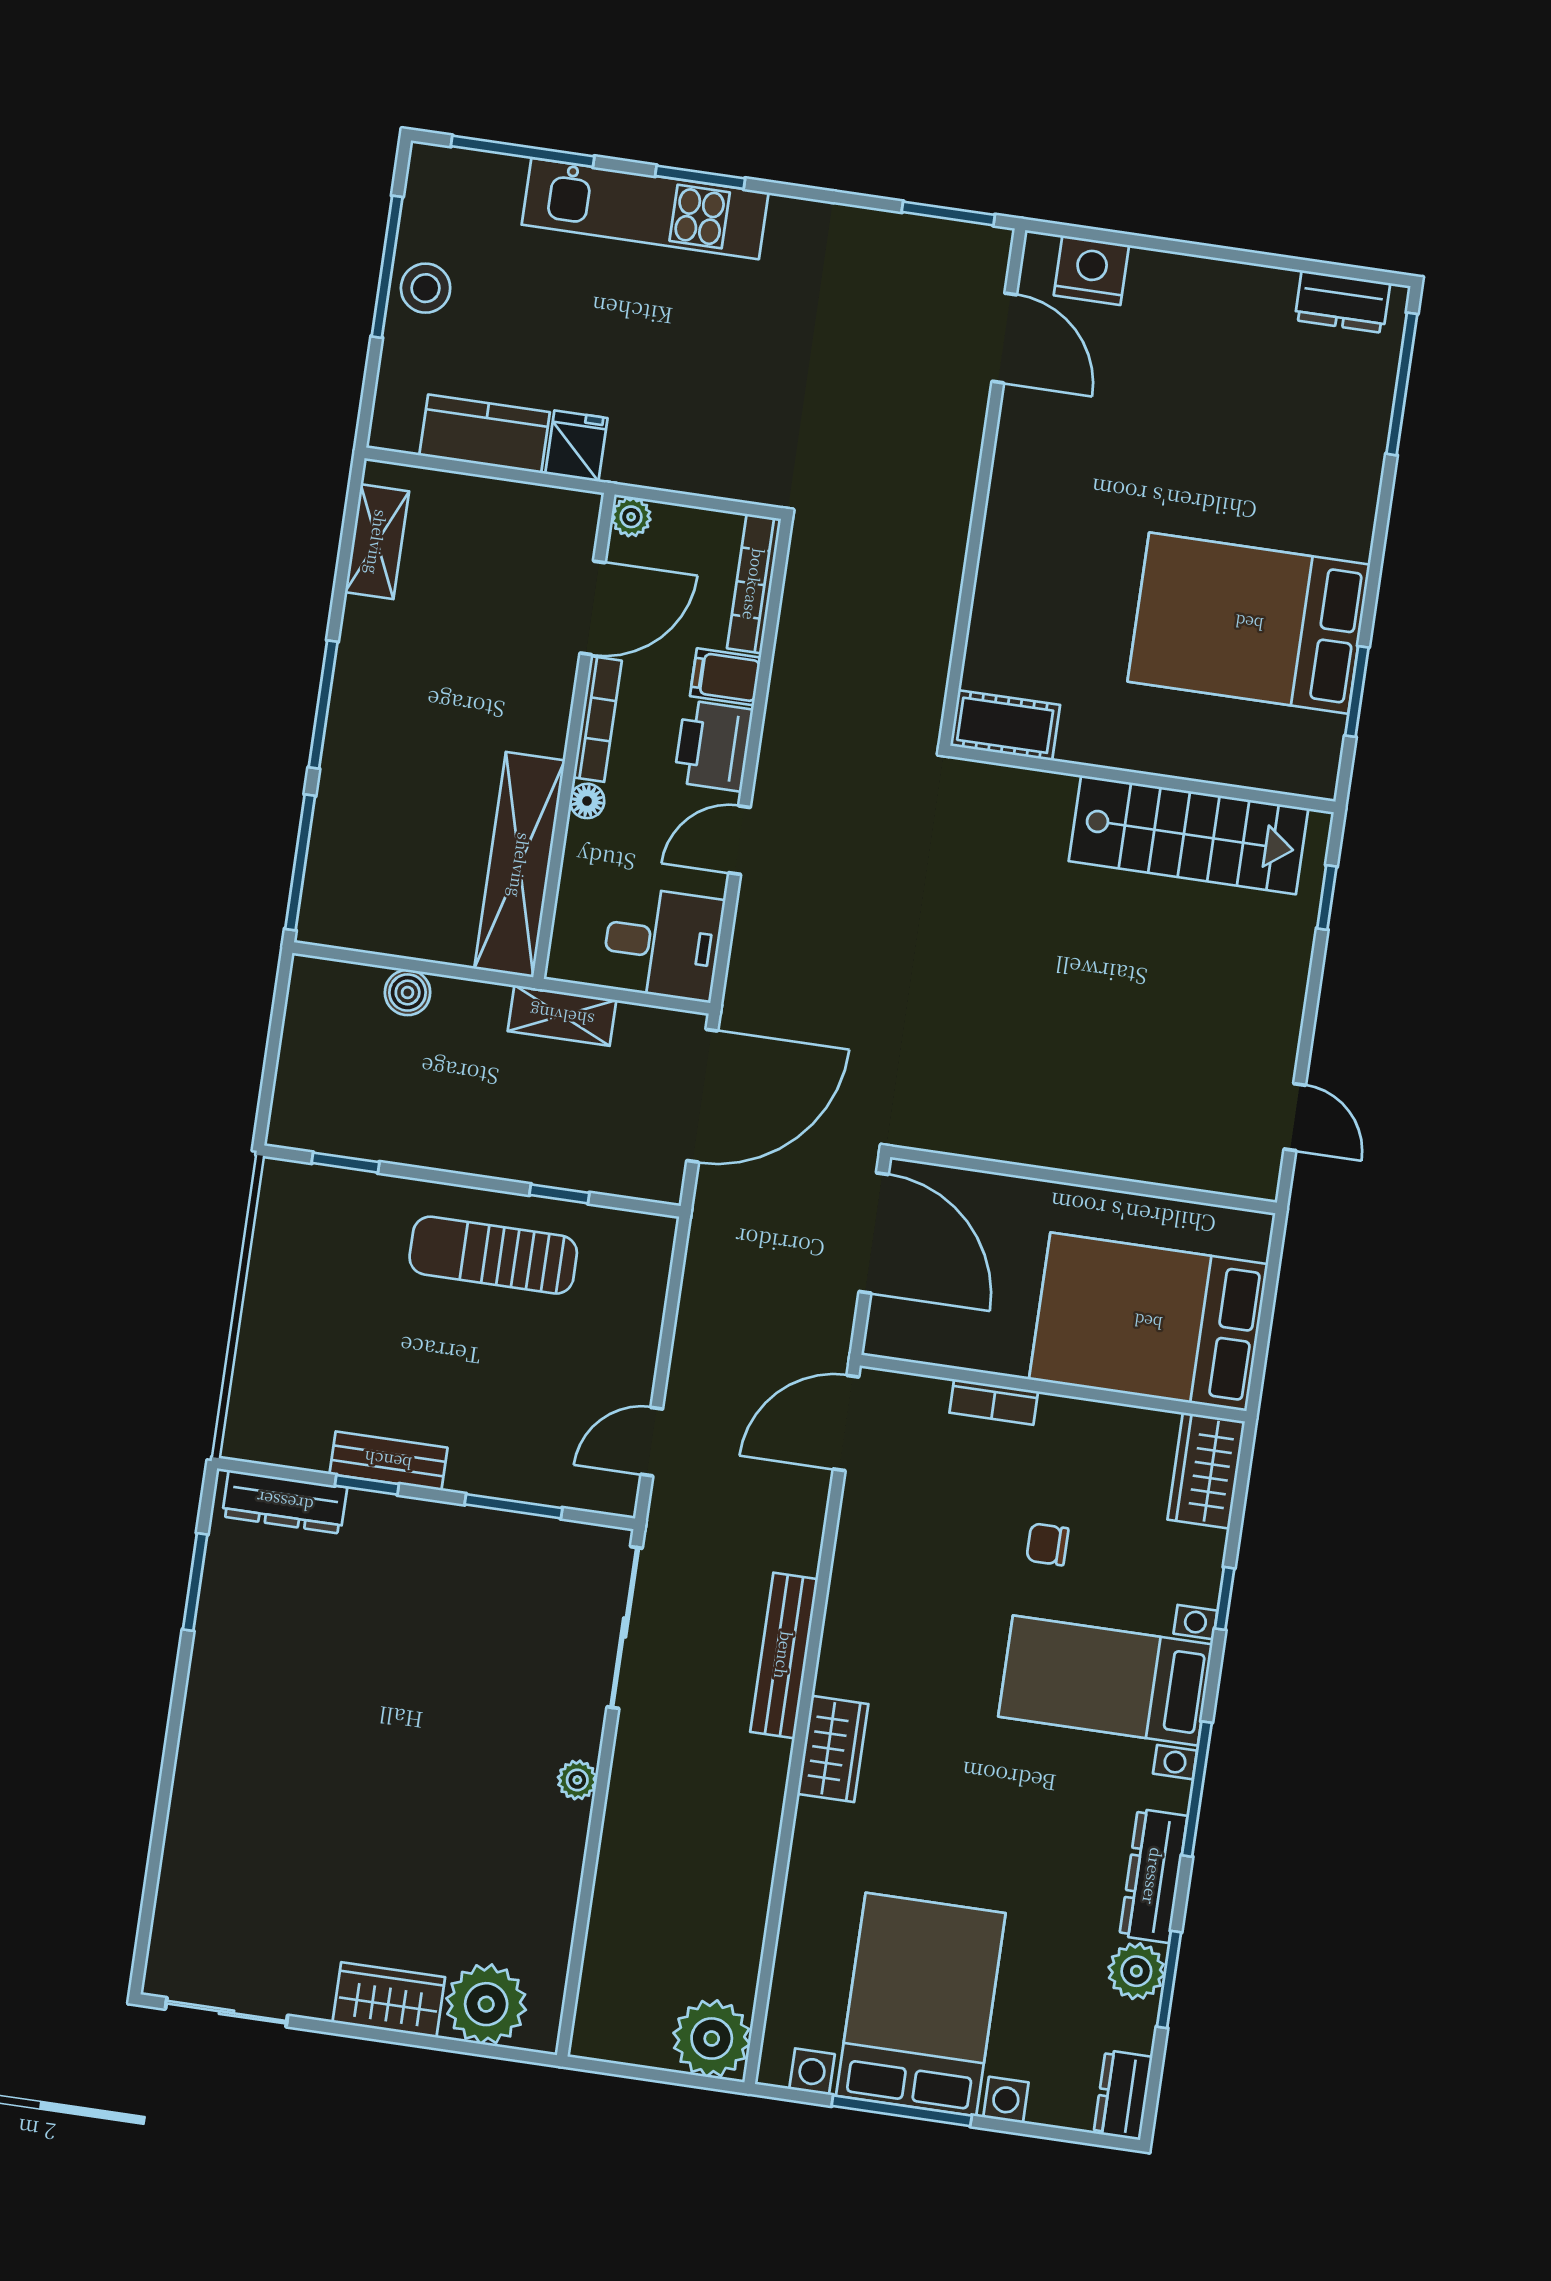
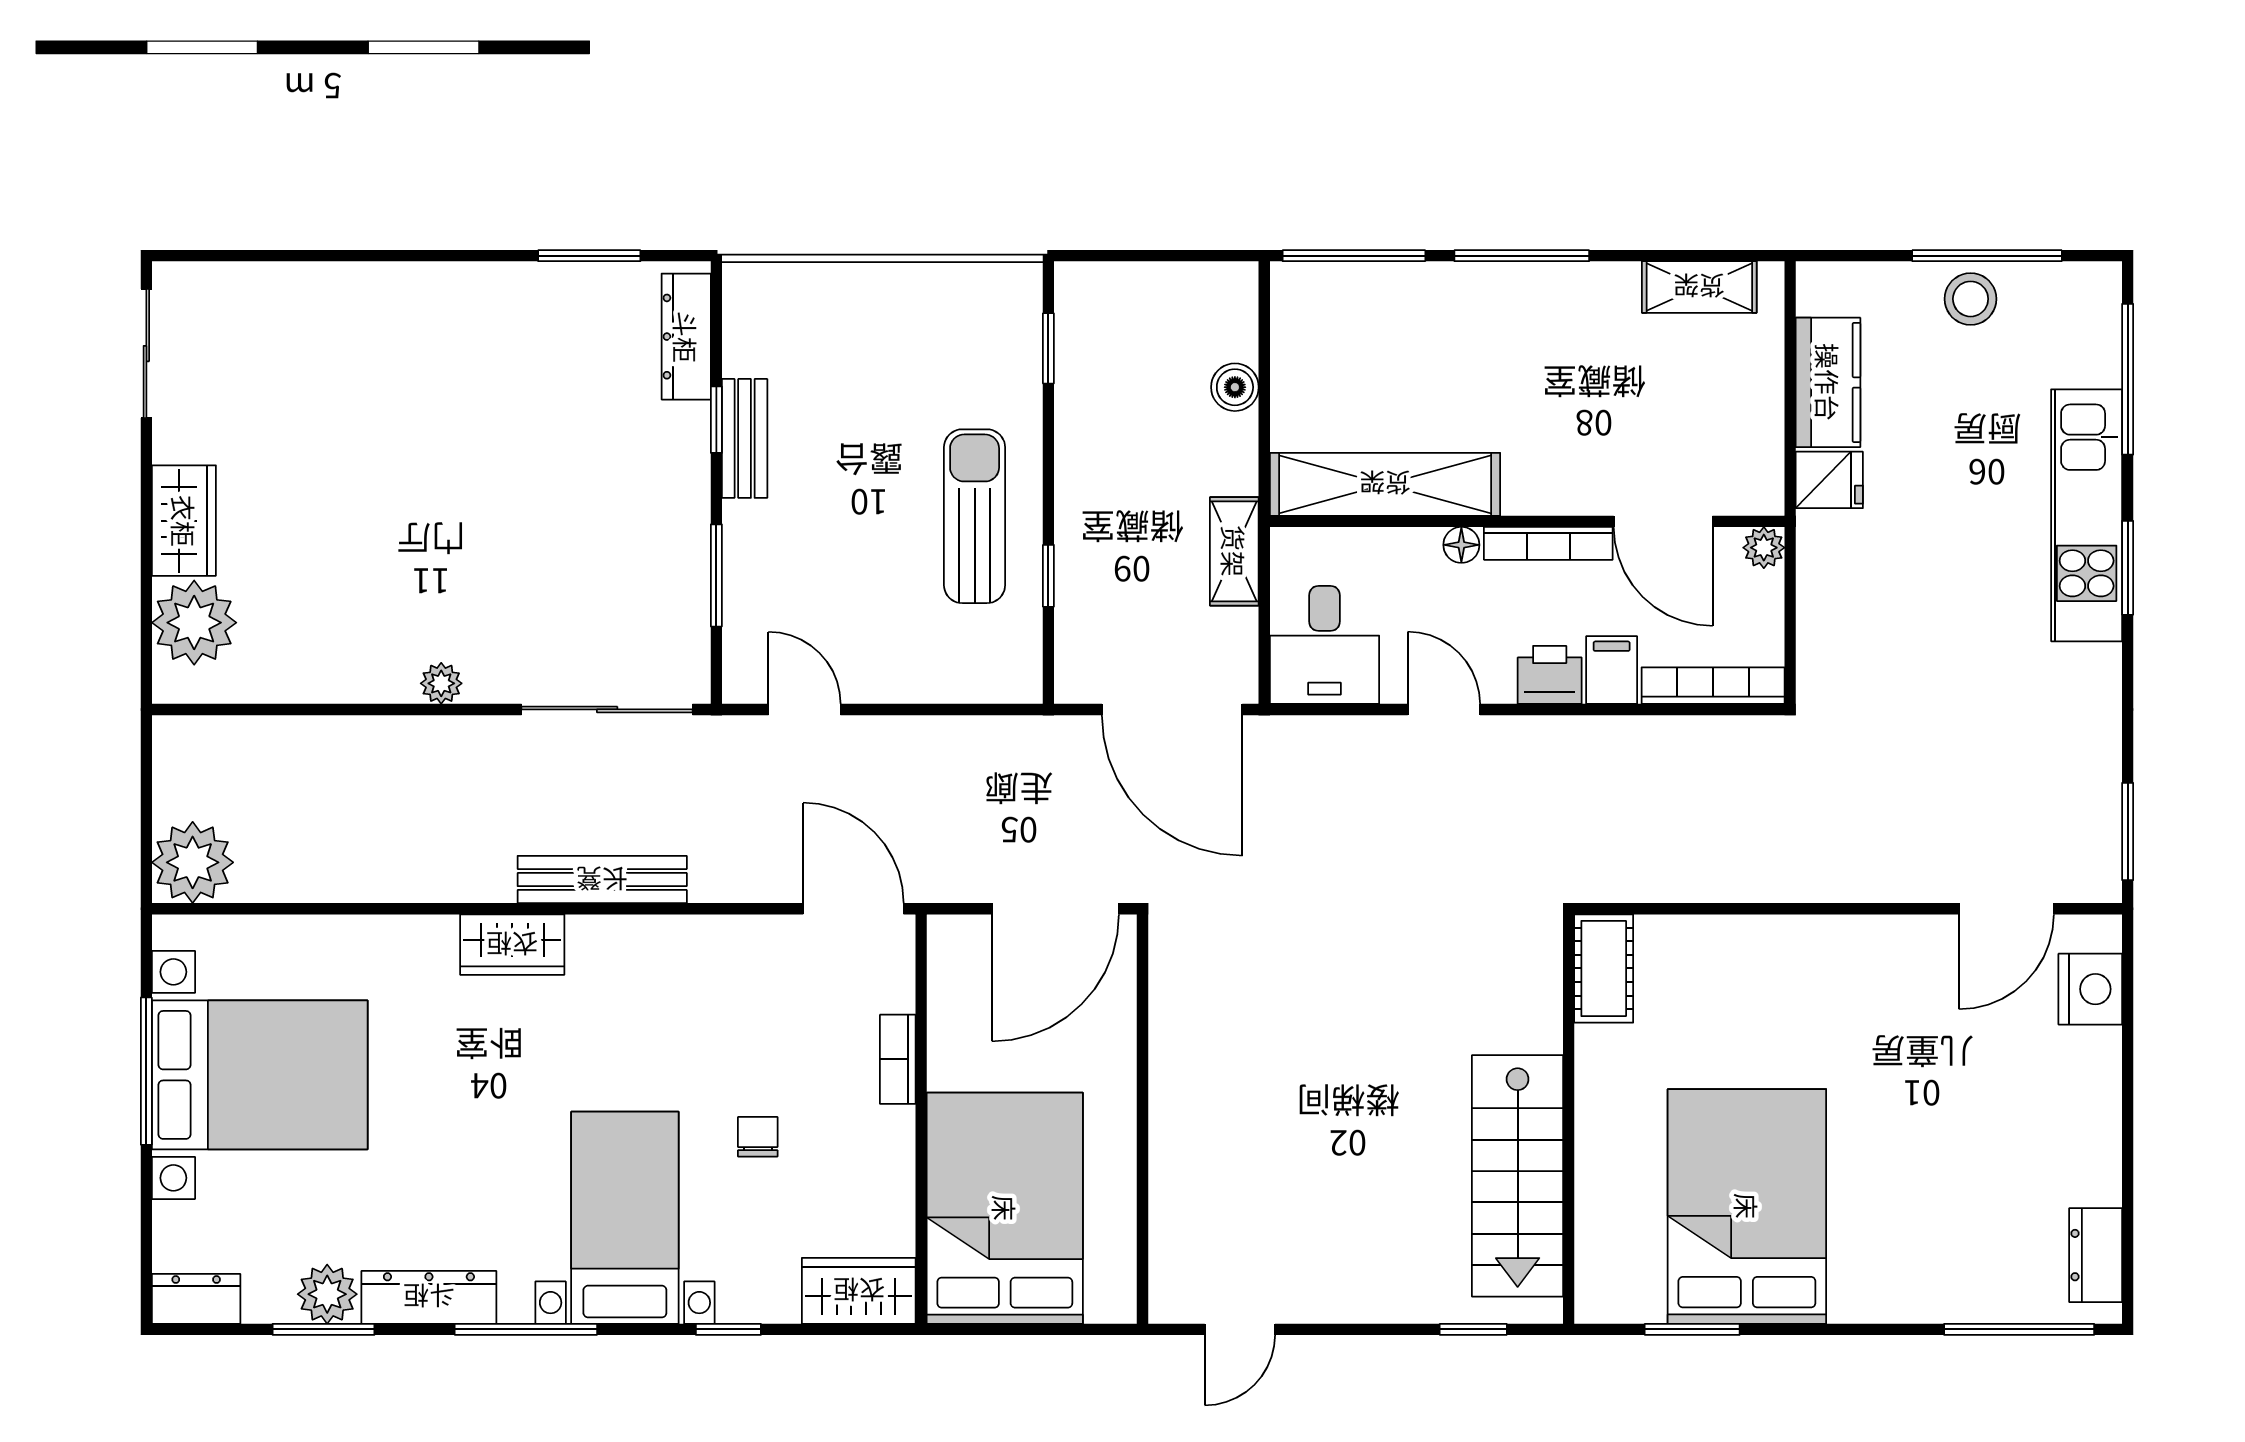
printer: (713, 746) -> (1550, 675), width x0.73, depth x0.81

